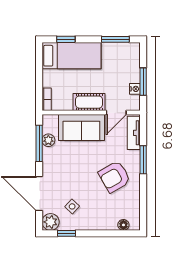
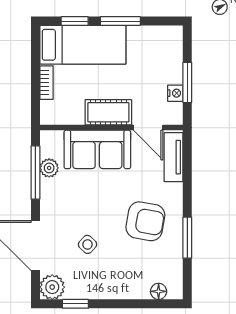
window: (115, 39) -> (120, 21), moved
bookcase: (47, 99) -> (46, 83), moved
door: (116, 113) -> (148, 128), hinge flipped
window: (143, 160) -> (187, 238), moved
armchair: (114, 177) -> (145, 221), turned -140
side table: (72, 206) -> (87, 244), moved

